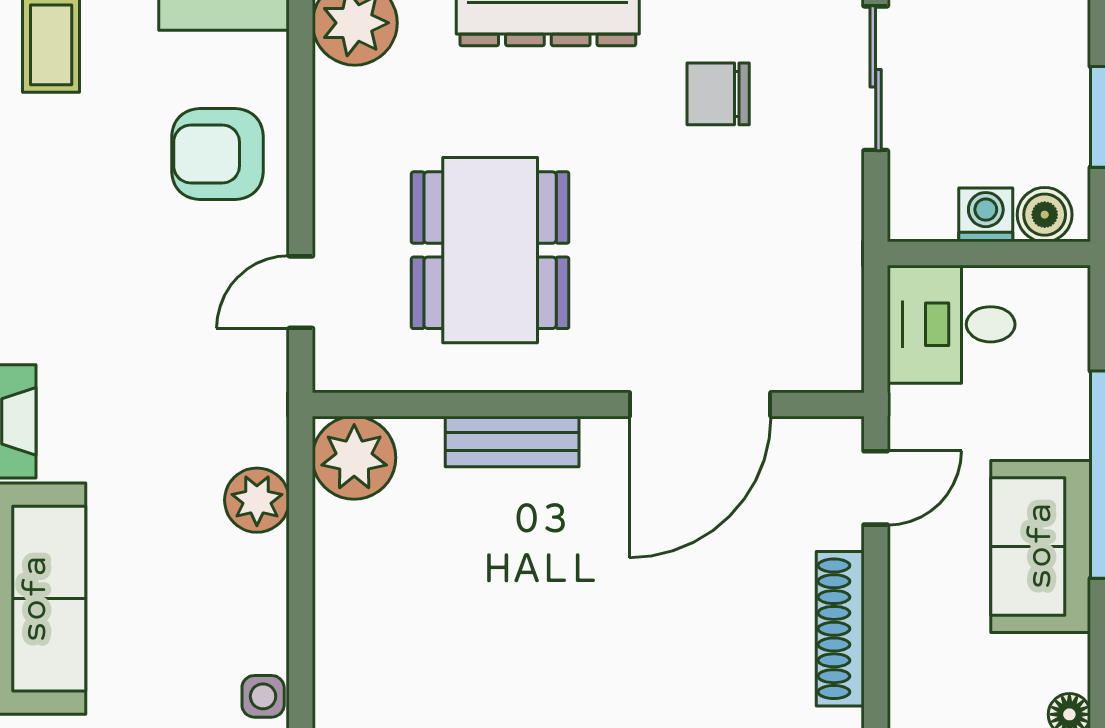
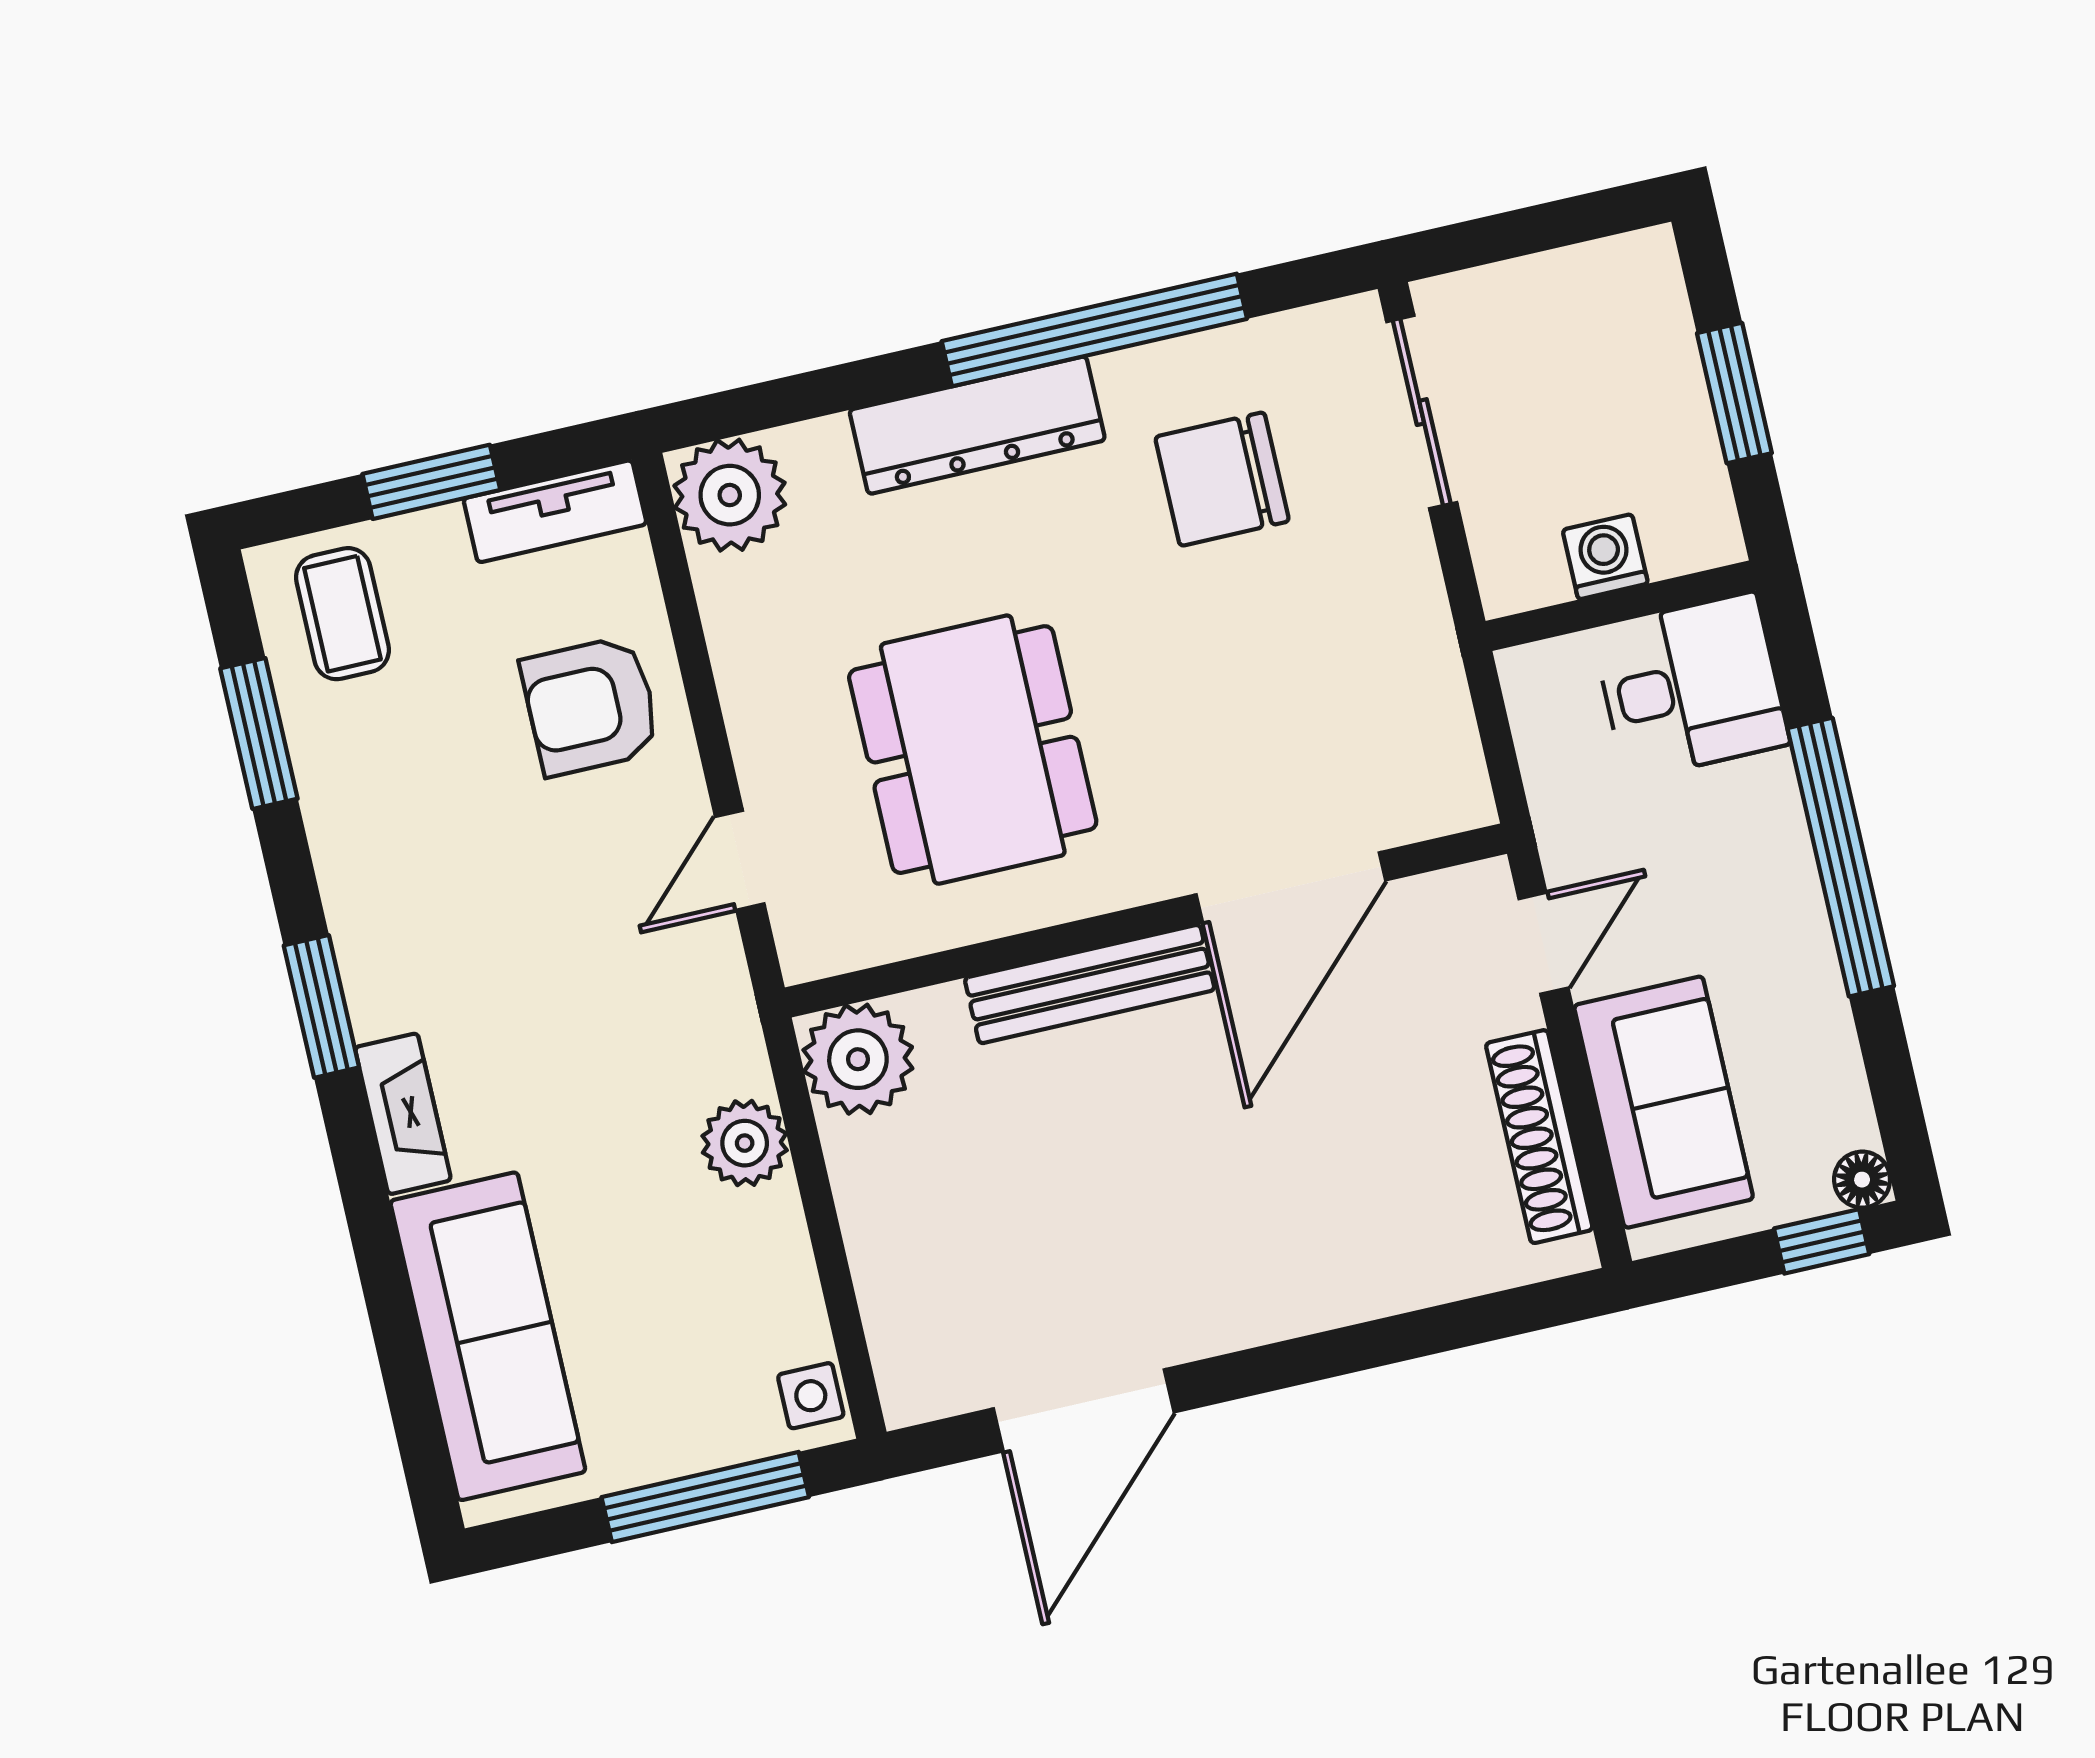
chair: (718, 94) -> (1222, 479), width x1.37, depth x1.37
boiler: (1045, 215) -> (1681, 539), removed
desk: (951, 324) -> (1691, 686), moved, turned 180
bench: (512, 442) -> (1090, 984), width x1.36
sofa: (1041, 546) -> (1664, 1102), moved, turned 180

